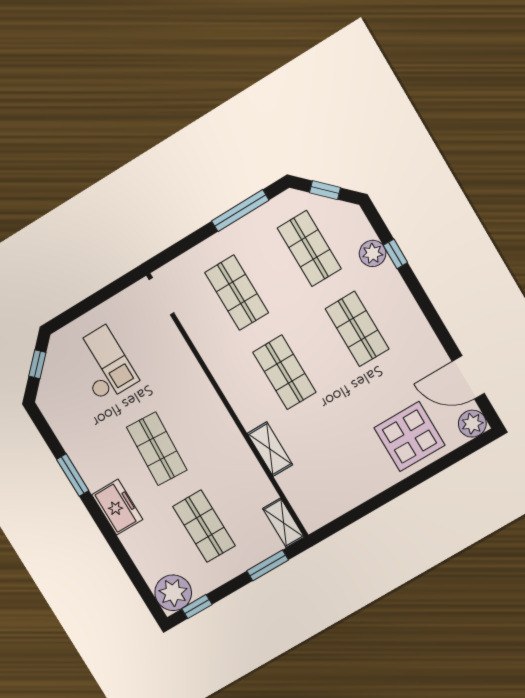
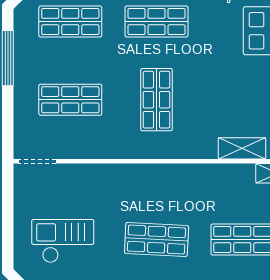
shop shelf: (284, 372) -> (157, 100), turned 90
shelving: (270, 449) -> (242, 148), moved

